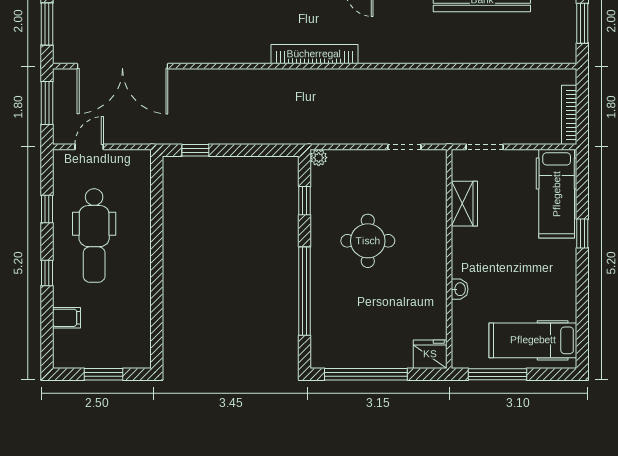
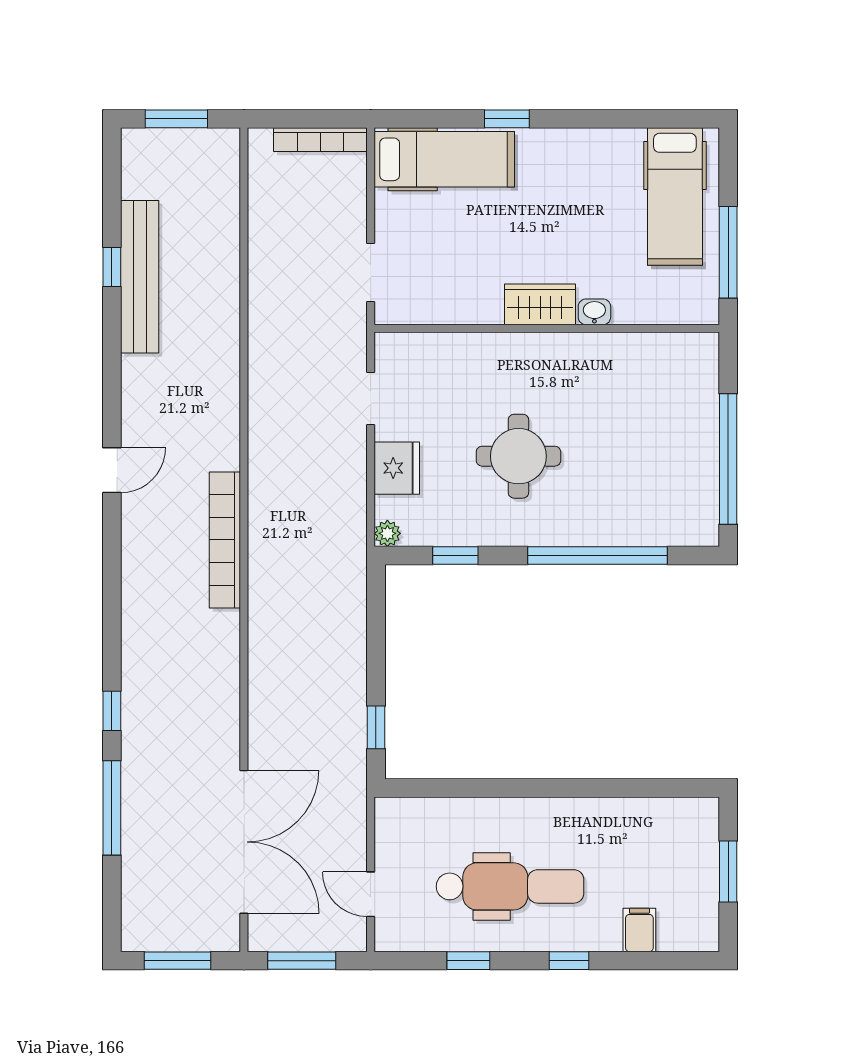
wardrobe: (464, 204) -> (540, 304), moved
fridge: (430, 354) -> (397, 468), moved, turned 180

